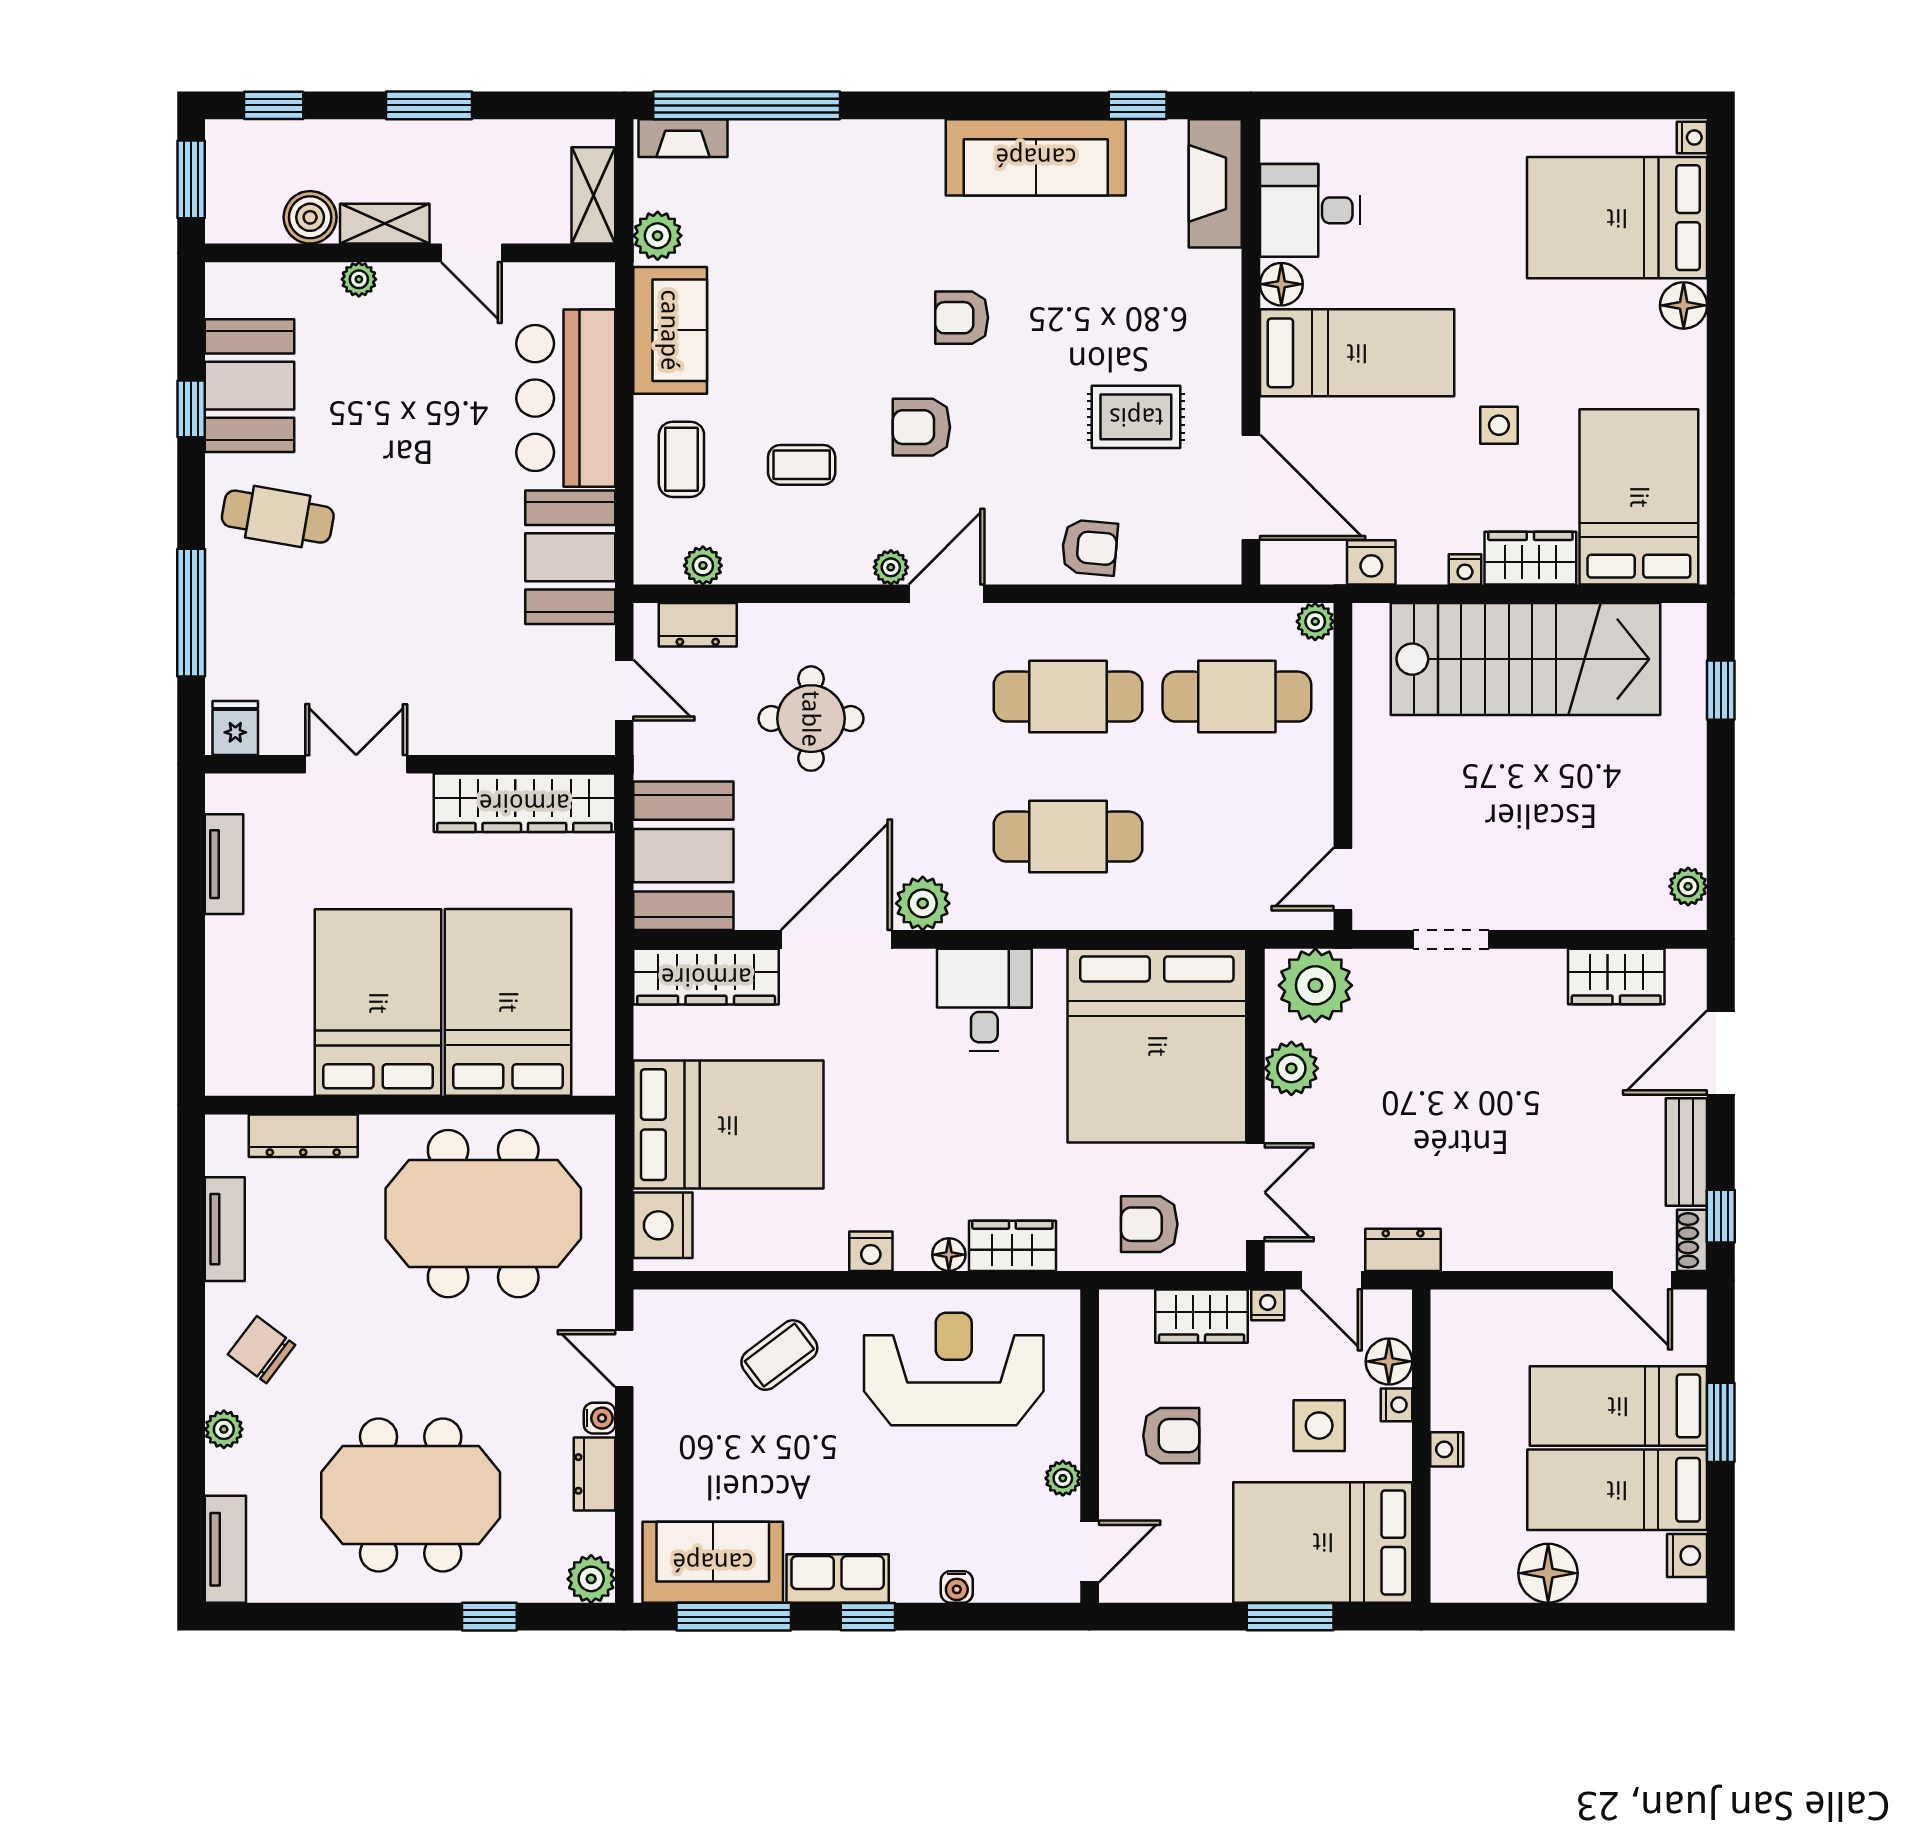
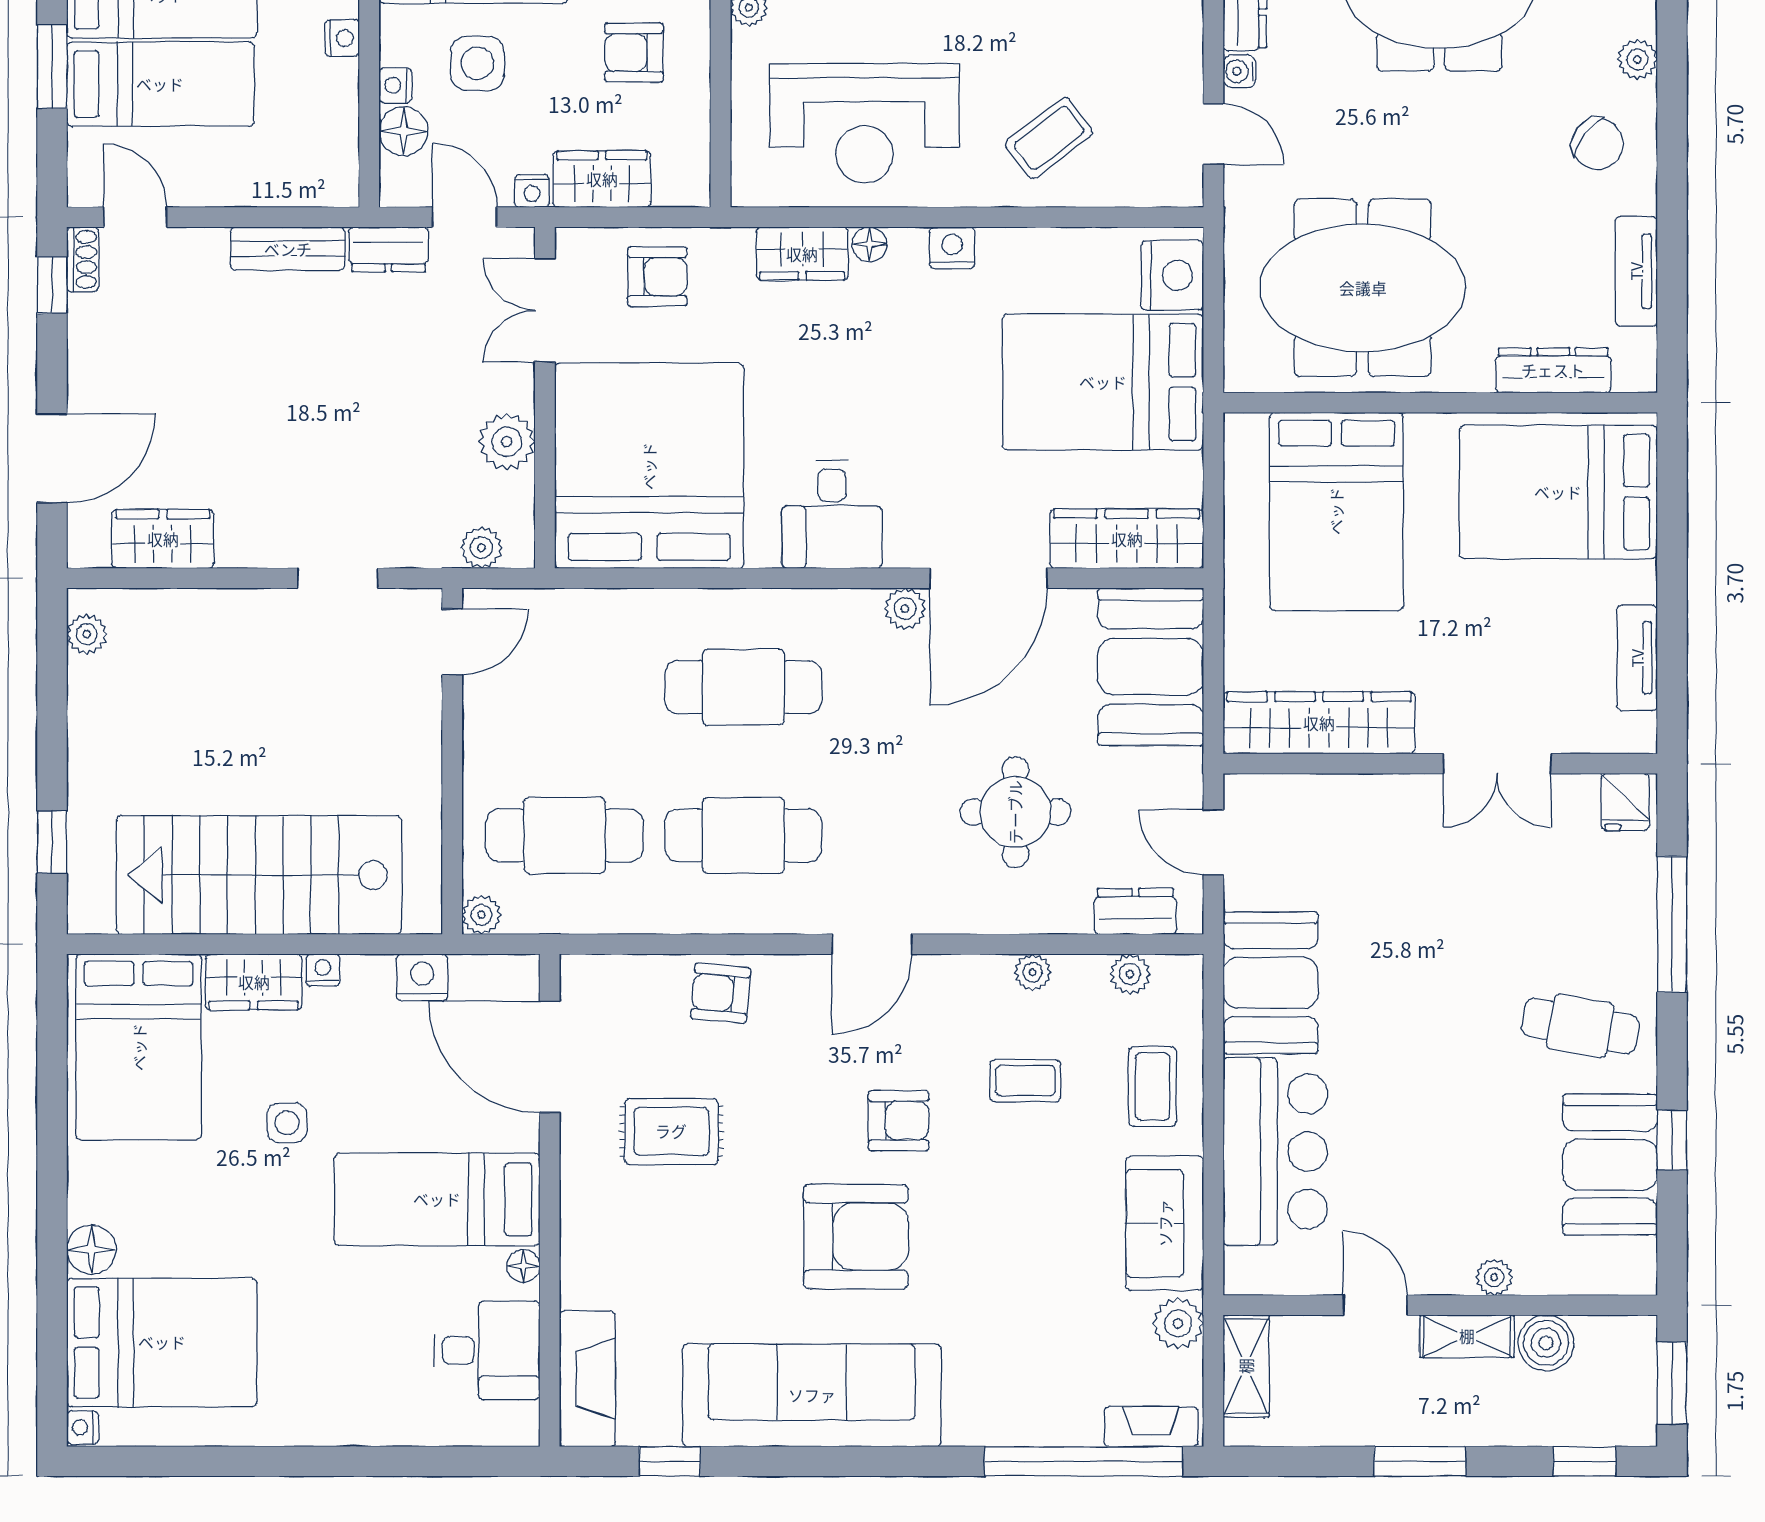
sofa: (1036, 157) -> (812, 1395), width x1.36, depth x1.27
floor lamp: (1281, 284) -> (524, 1266), width x0.73, depth x0.73
armchair: (962, 318) -> (856, 1237), width x1.88, depth x1.88
plant: (891, 567) -> (1033, 972), moved
plant: (923, 903) -> (905, 609), width x0.73, depth x0.73
plant: (1315, 985) -> (481, 548), width x0.53, depth x0.53
bed: (378, 1003) -> (1558, 492), moved, turned 90
bench: (1686, 1152) -> (288, 249), moved, turned 90

